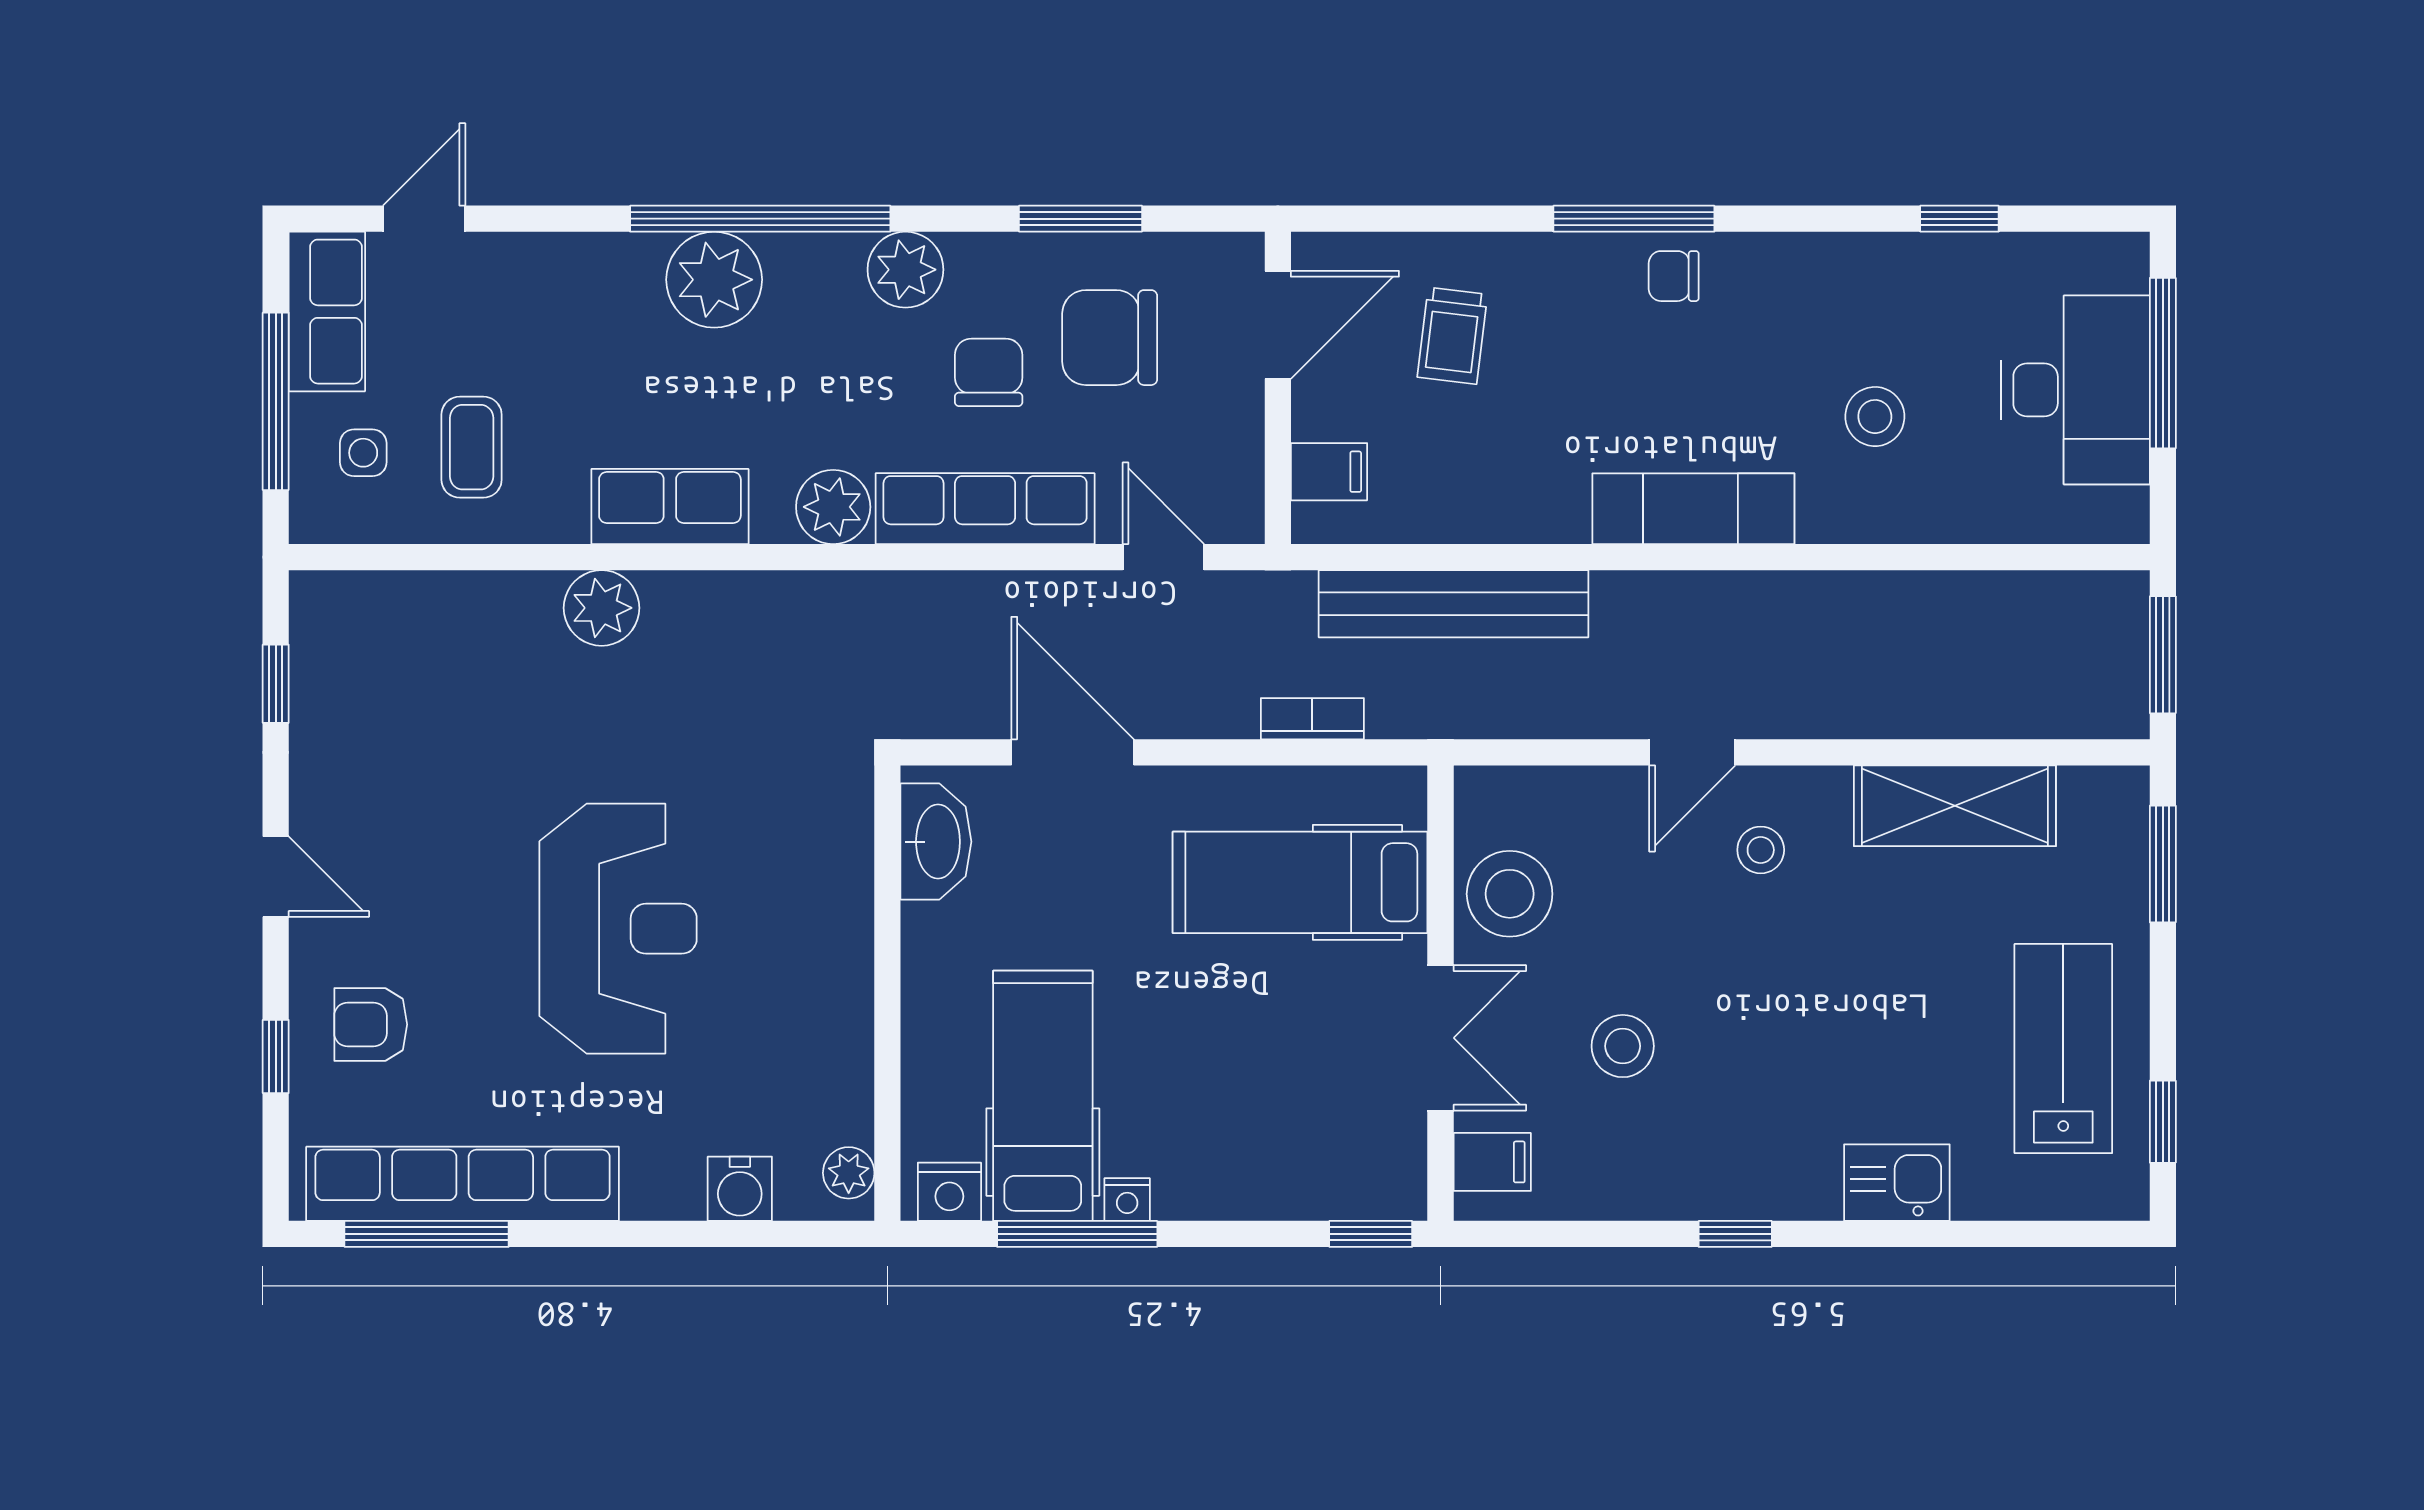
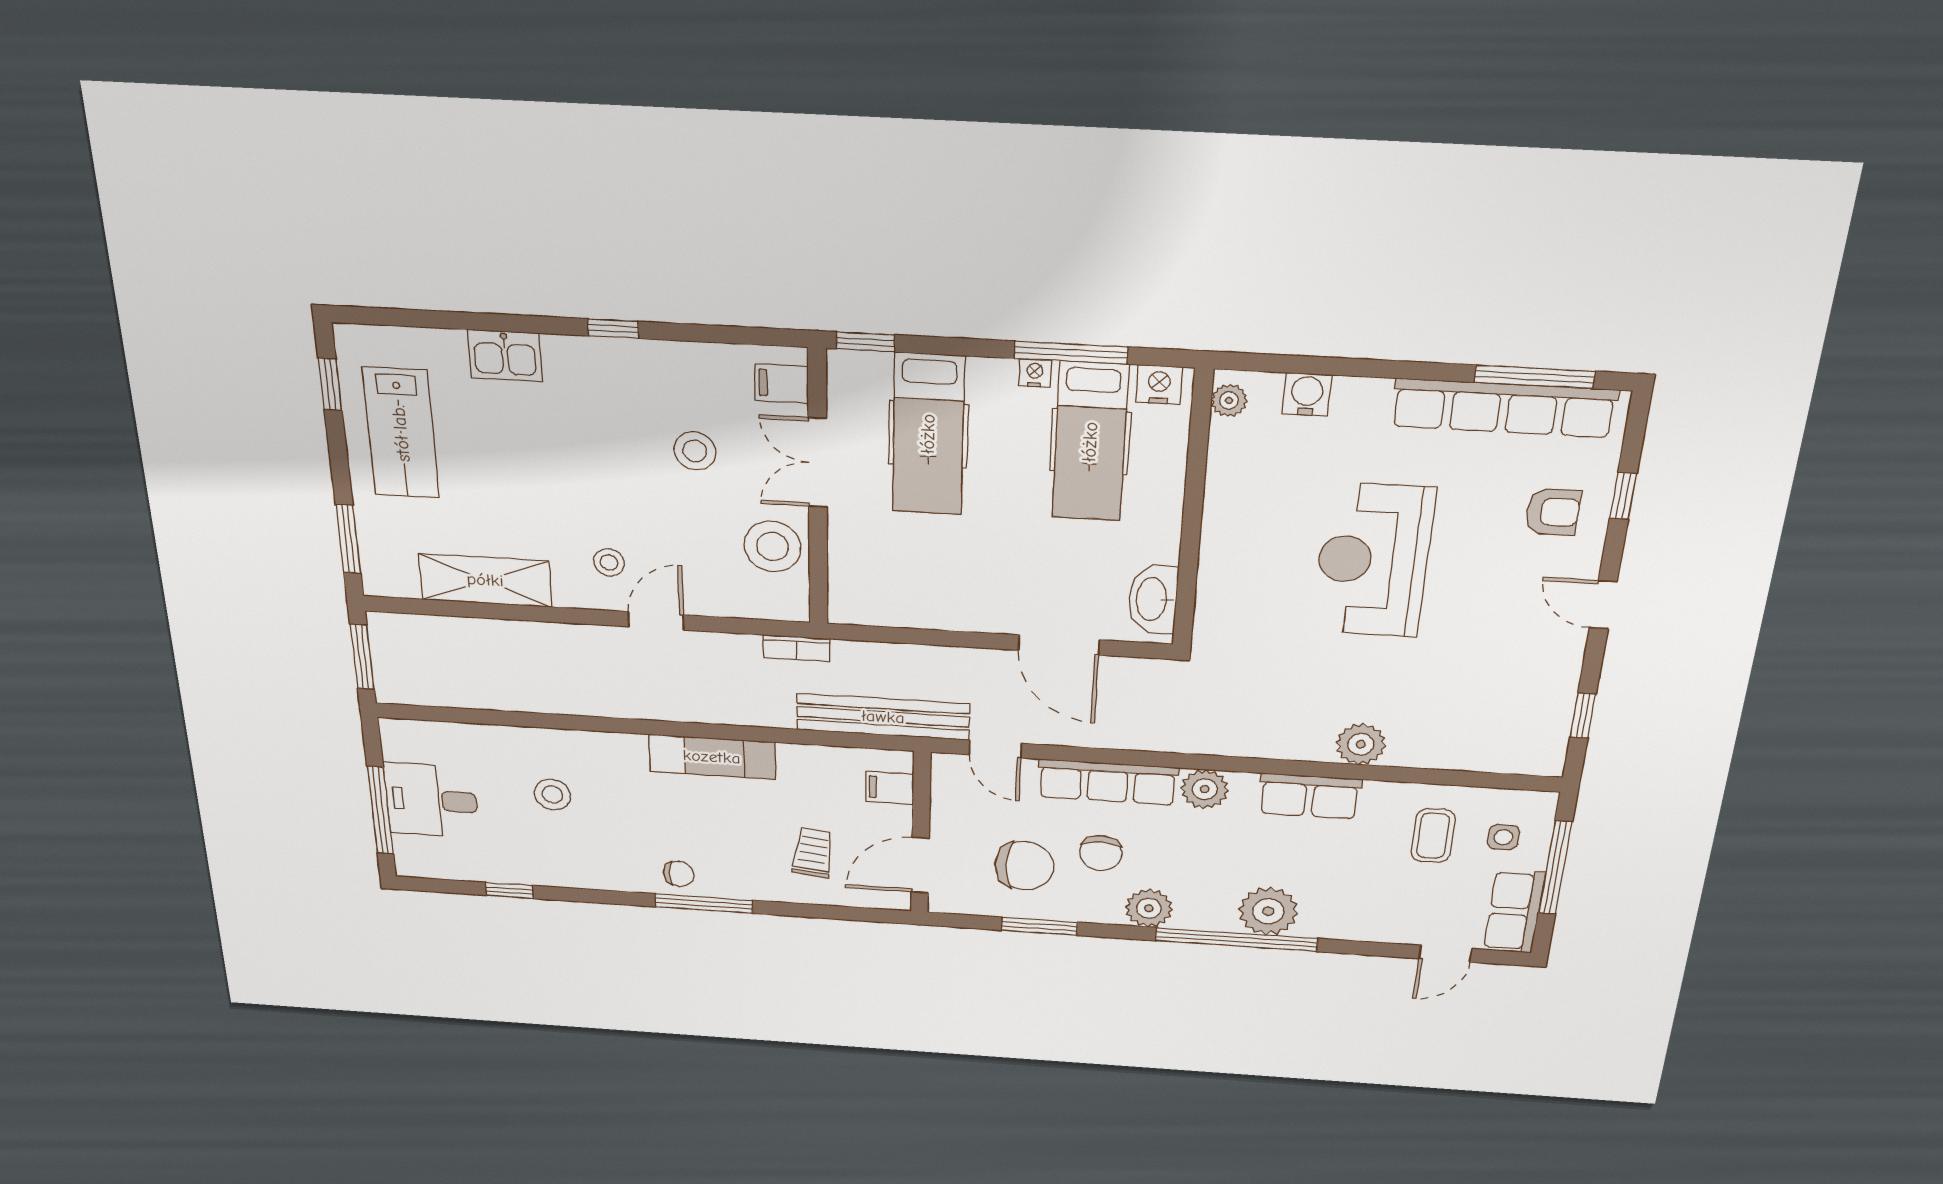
desk: (2076, 390) -> (431, 800), width x0.73
exam couch: (1693, 509) -> (712, 757), moved
bench: (1453, 604) -> (883, 717), moved
bookcase: (1312, 719) -> (797, 648), moved
hospital bed: (1300, 882) -> (928, 434), moved, turned 90

